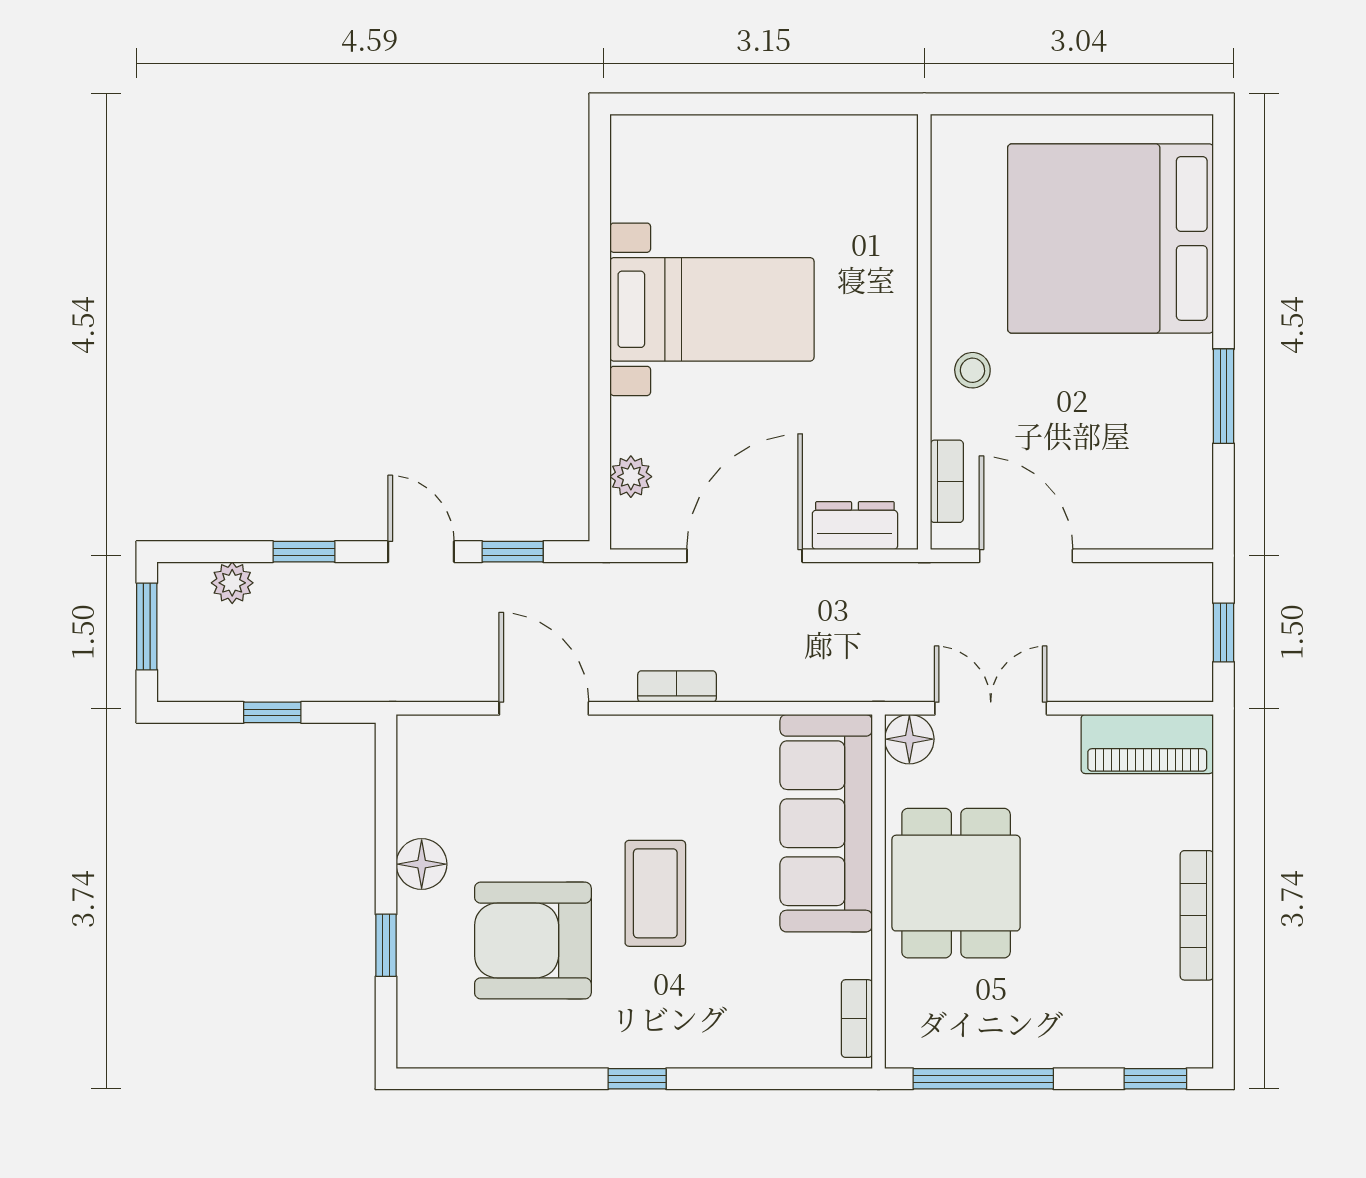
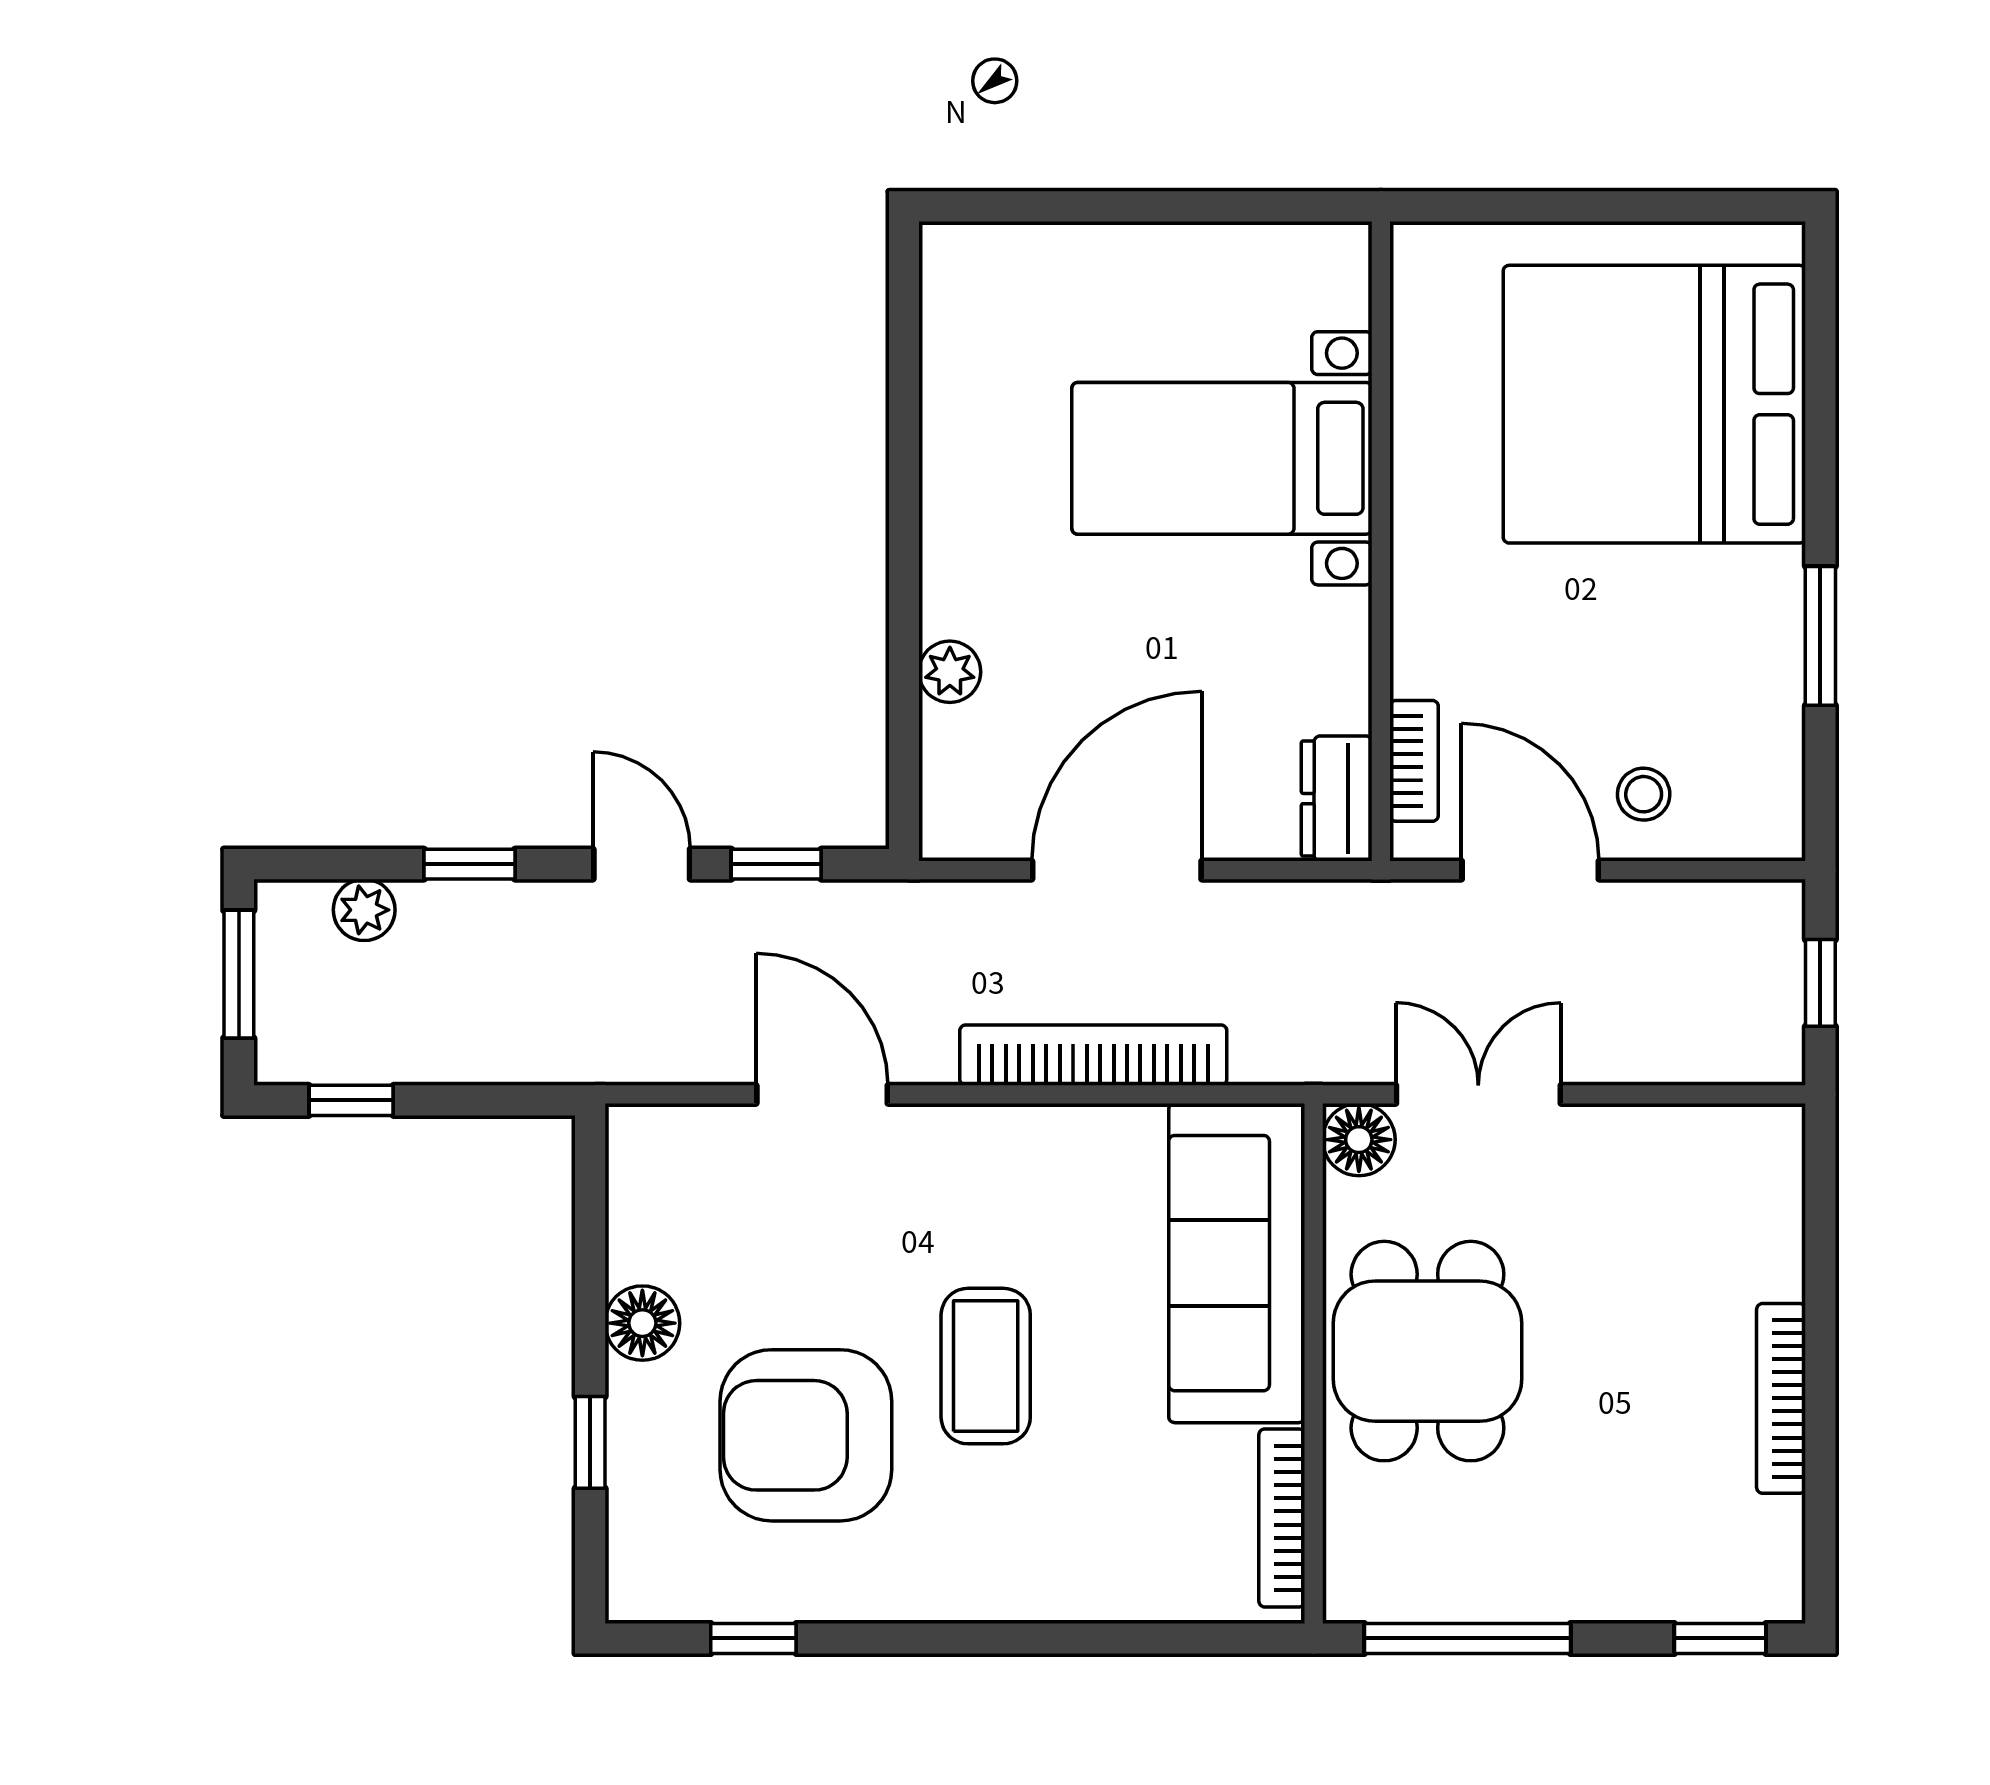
bed with nightstands: (712, 309) -> (1222, 458), moved, turned 180
stool: (972, 370) -> (1644, 794), moved
plant: (631, 477) -> (950, 672), moved
dresser: (855, 526) -> (1337, 799), moved, turned -90
bookcase: (677, 687) -> (1093, 1055), width x2.31, depth x1.31
window: (272, 712) -> (351, 1100), moved
piano: (1147, 744) -> (1708, 1147), removed
bookcase: (857, 1019) -> (1282, 1518), width x1.56
window: (637, 1079) -> (753, 1638), moved

